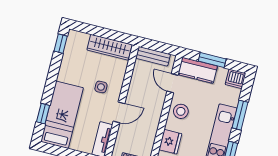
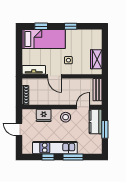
window: (61, 44) -> (71, 26), moved
wardrobe: (110, 47) -> (96, 59), width x0.67
dishwasher: (236, 79) -> (96, 148), removed

